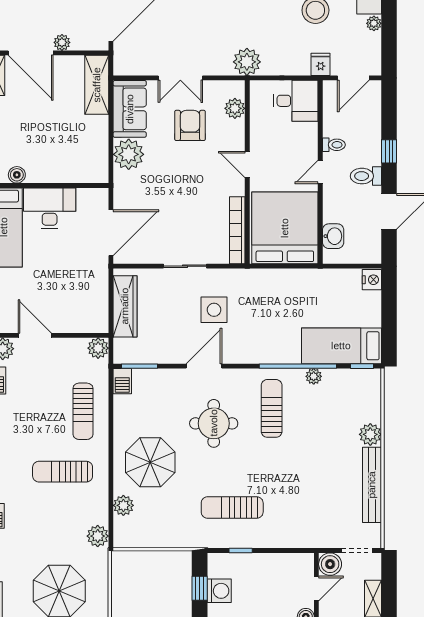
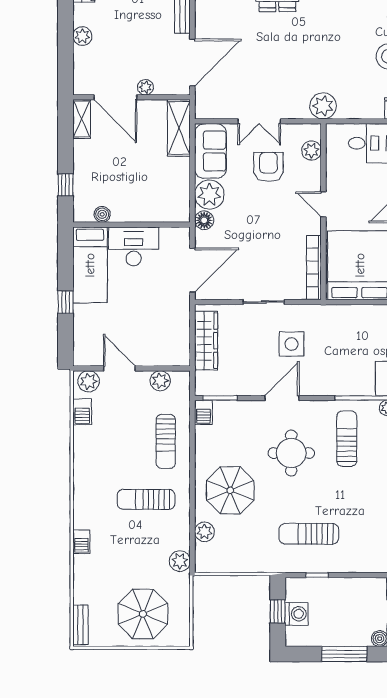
floor lamp: (123, 181) -> (204, 220), added
plant: (98, 348) -> (160, 381), moved

